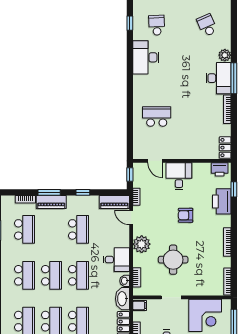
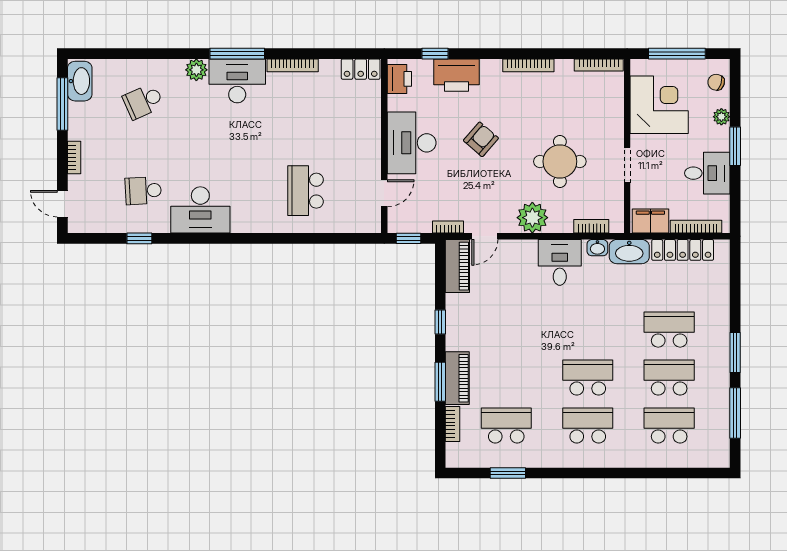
desk: (179, 176) -> (412, 143), width x1.37
armchair: (186, 215) -> (481, 139), turned -139
school desk: (79, 229) -> (506, 330), removed
school desk: (79, 275) -> (588, 330), removed
filing cabinet: (140, 306) -> (650, 221), width x2.00

